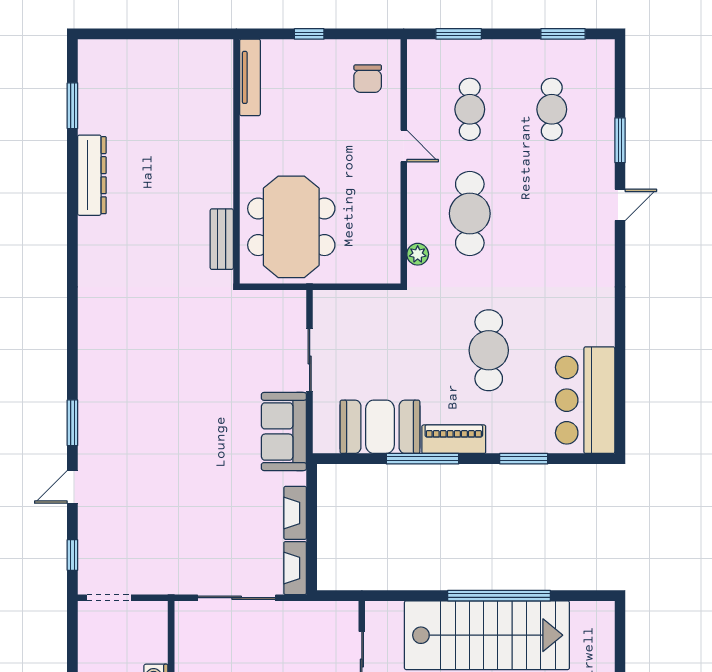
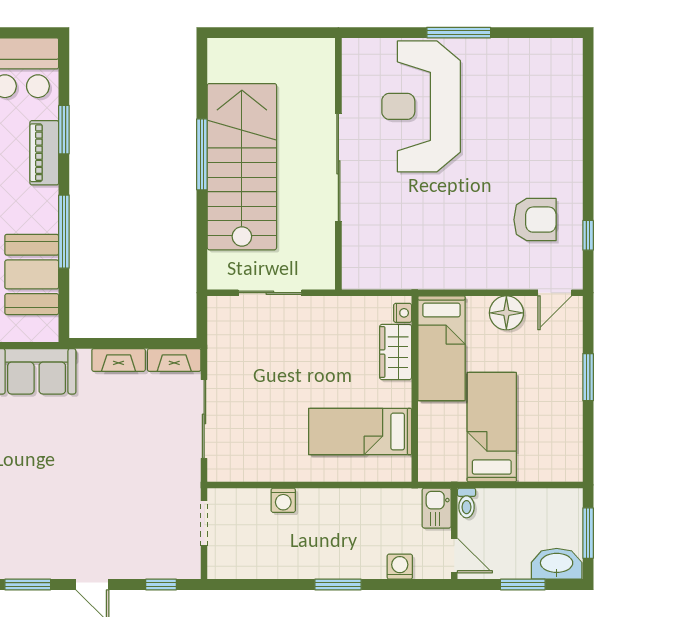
piano: (454, 439) -> (44, 153), moved
window: (499, 596) -> (202, 154), width x0.68
doorway: (109, 598) -> (204, 523), moved

